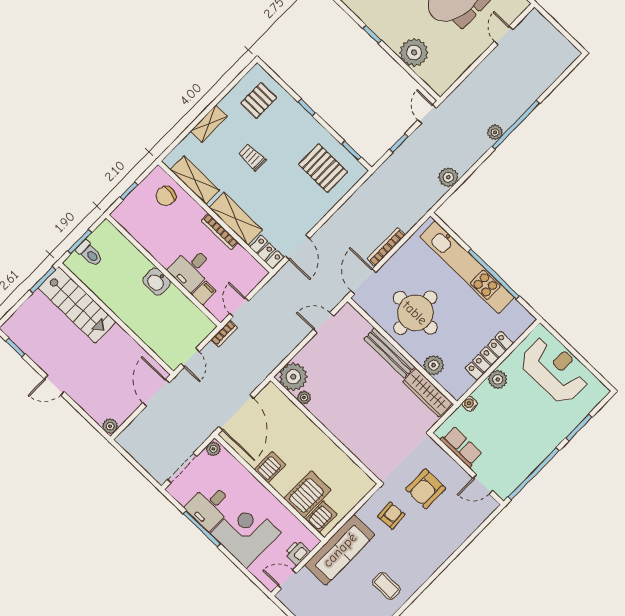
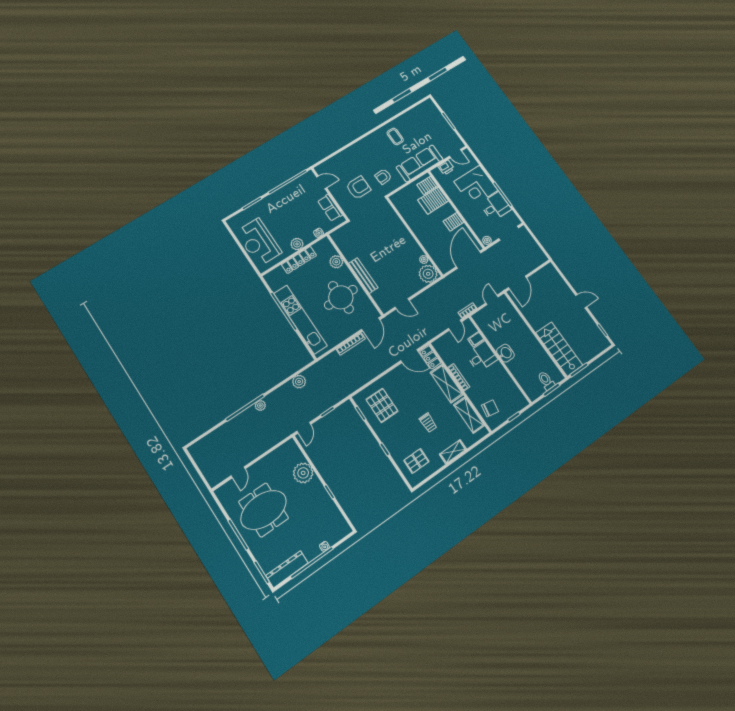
door: (298, 247) -> (409, 356), swing flipped
wardrobe: (427, 393) -> (344, 246), removed
plant: (110, 426) -> (550, 268), removed

